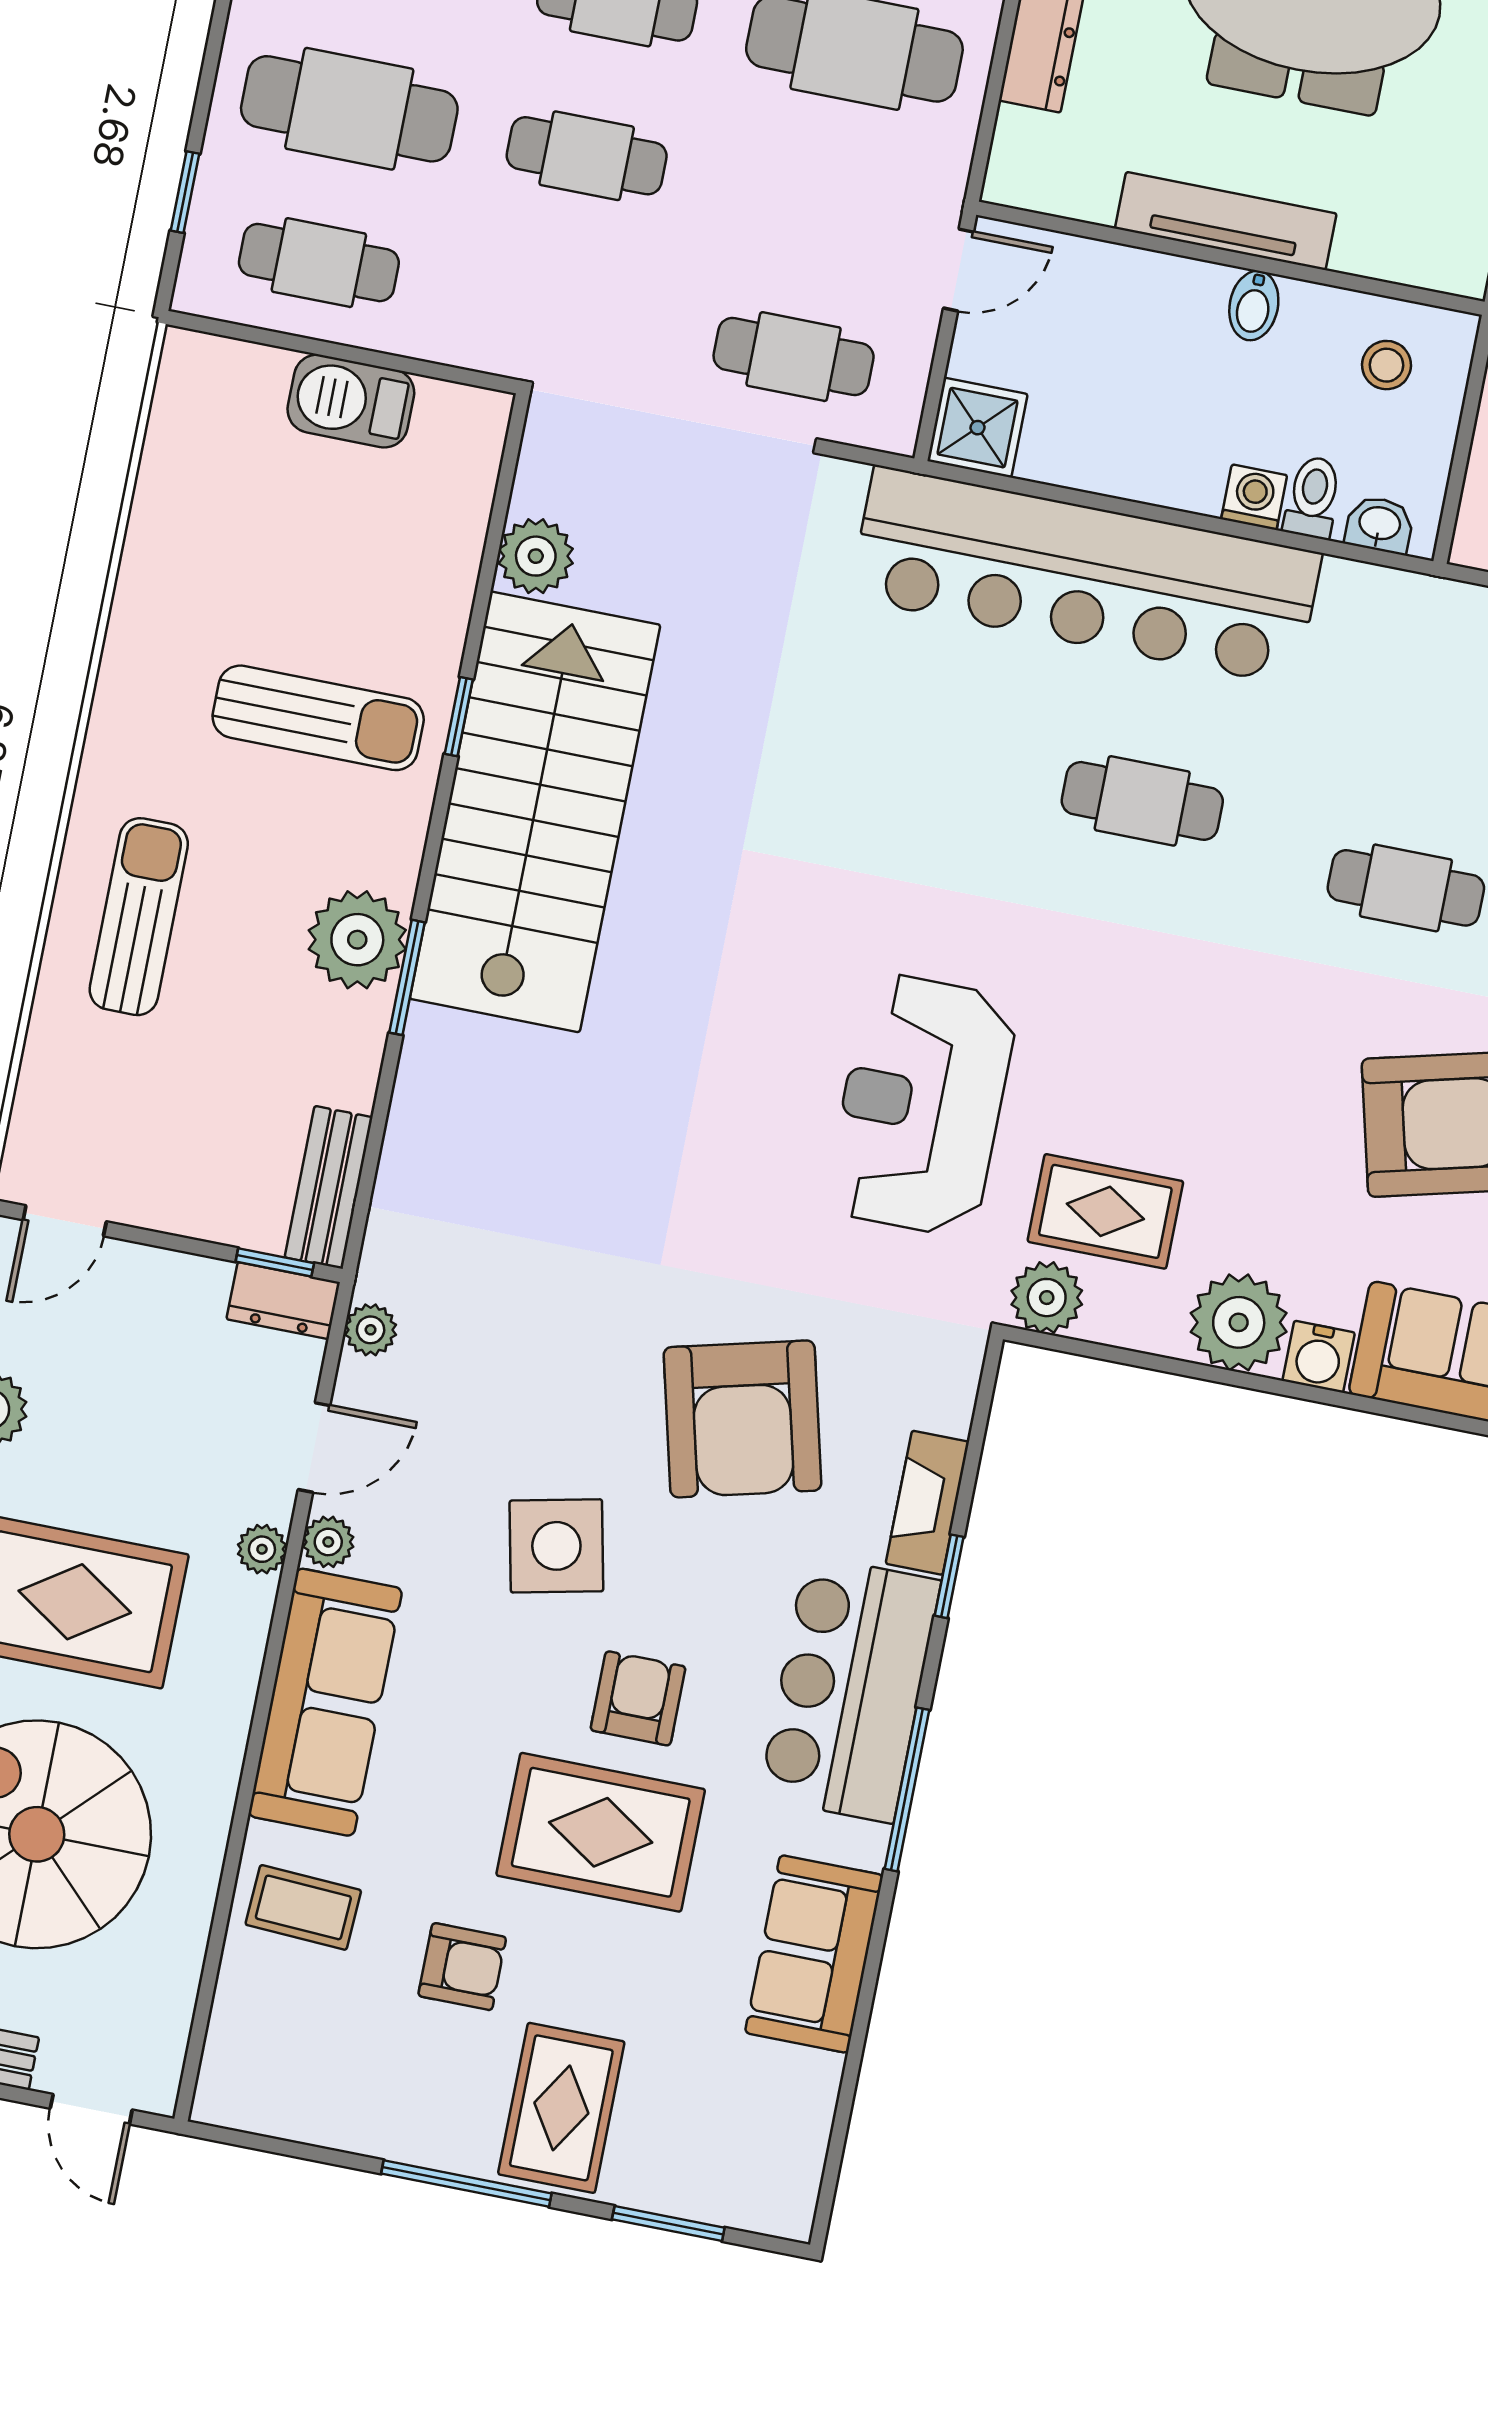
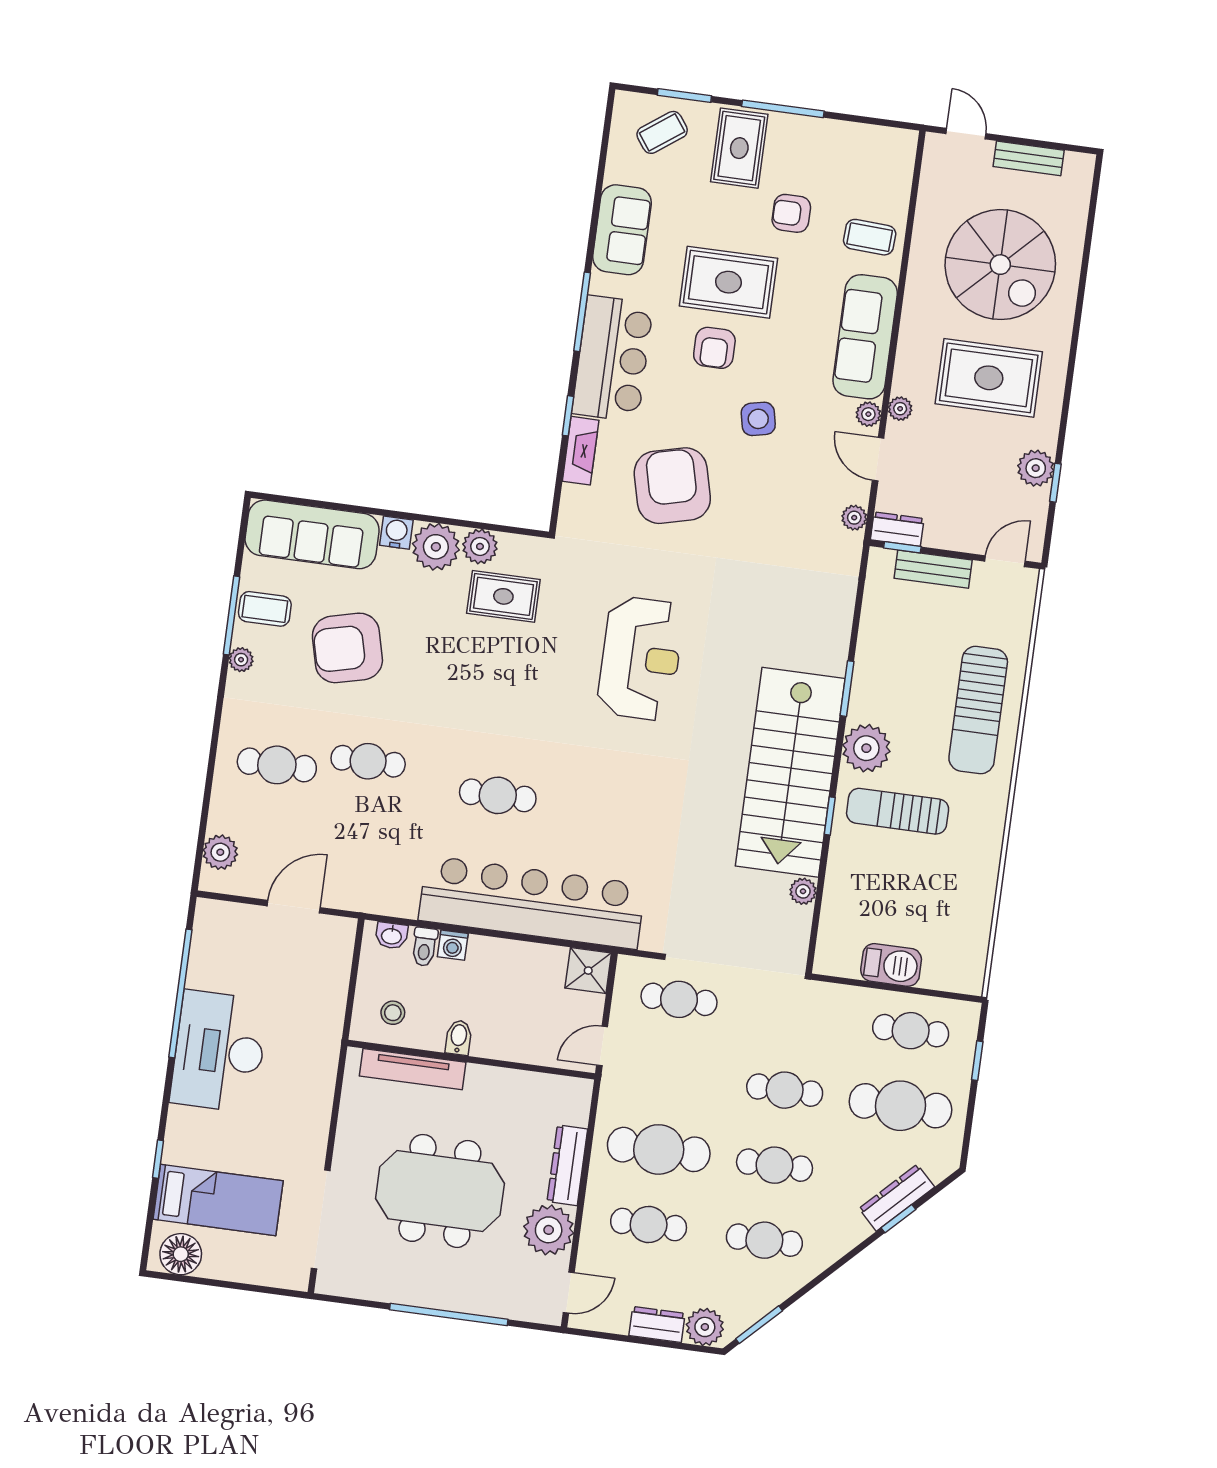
tv unit: (1226, 221) -> (413, 1069), moved
plant: (536, 556) -> (803, 891), width x0.73, depth x0.73
sun lounger: (139, 917) -> (978, 710), width x1.36, depth x1.34
plant: (357, 940) -> (866, 748), moved
reception desk: (921, 1105) -> (640, 658), moved
bench: (329, 1187) -> (933, 569), moved, turned 90
plant: (1047, 1298) -> (480, 546), moved
door: (314, 1447) -> (878, 459), hinge flipped
side table: (556, 1546) -> (758, 419), width x0.73, depth x0.73
coffee table: (719, 2150) -> (662, 132), added

